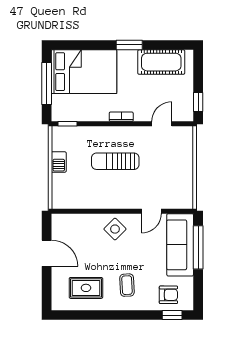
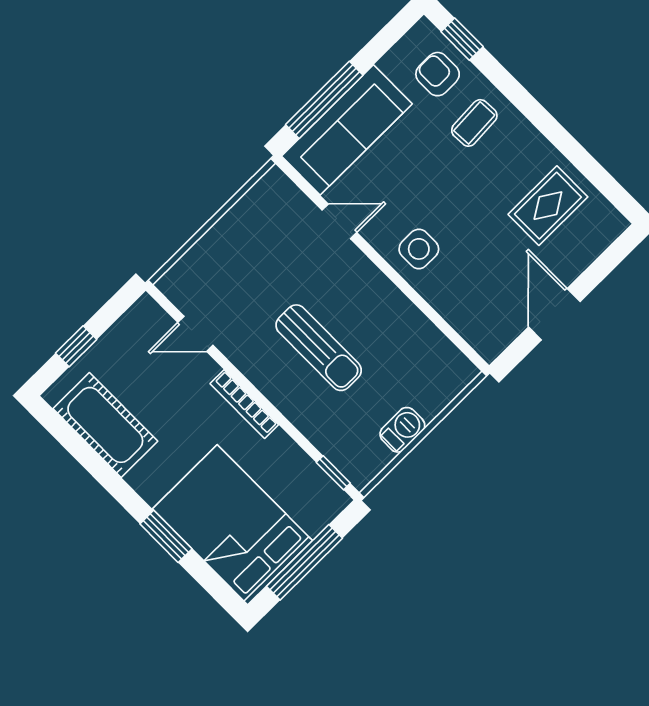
window: (129, 45) -> (166, 536), moved
window: (198, 102) -> (76, 346), moved
bookcase: (121, 117) -> (244, 404), width x1.56
side table: (115, 229) -> (419, 249), turned 45
coffee table: (127, 285) -> (474, 123), moved
rug: (86, 288) -> (548, 206), turned 90

